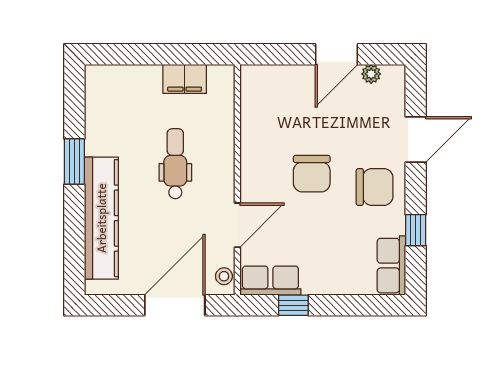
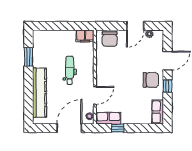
filing cabinet: (185, 79) -> (85, 36), moved
window: (74, 162) -> (28, 57), moved
chair: (312, 174) -> (110, 39), moved
window: (416, 230) -> (168, 86), moved

